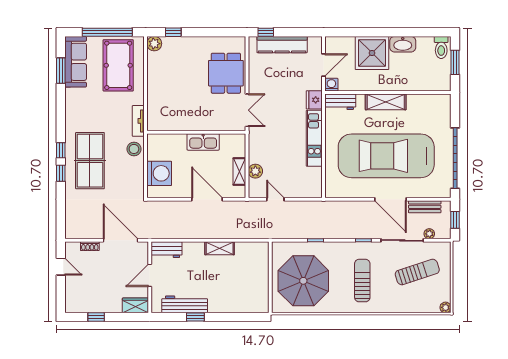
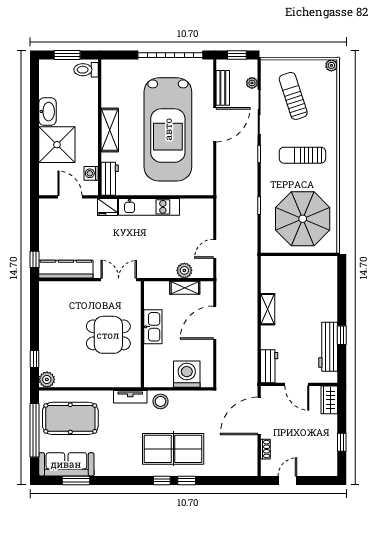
kitchen counter: (282, 45) -> (66, 269), moved, turned -90
toilet: (441, 47) -> (86, 70), moved, turned 180
dining table: (226, 73) -> (108, 335), moved
washing machine: (331, 85) -> (91, 173), moved

